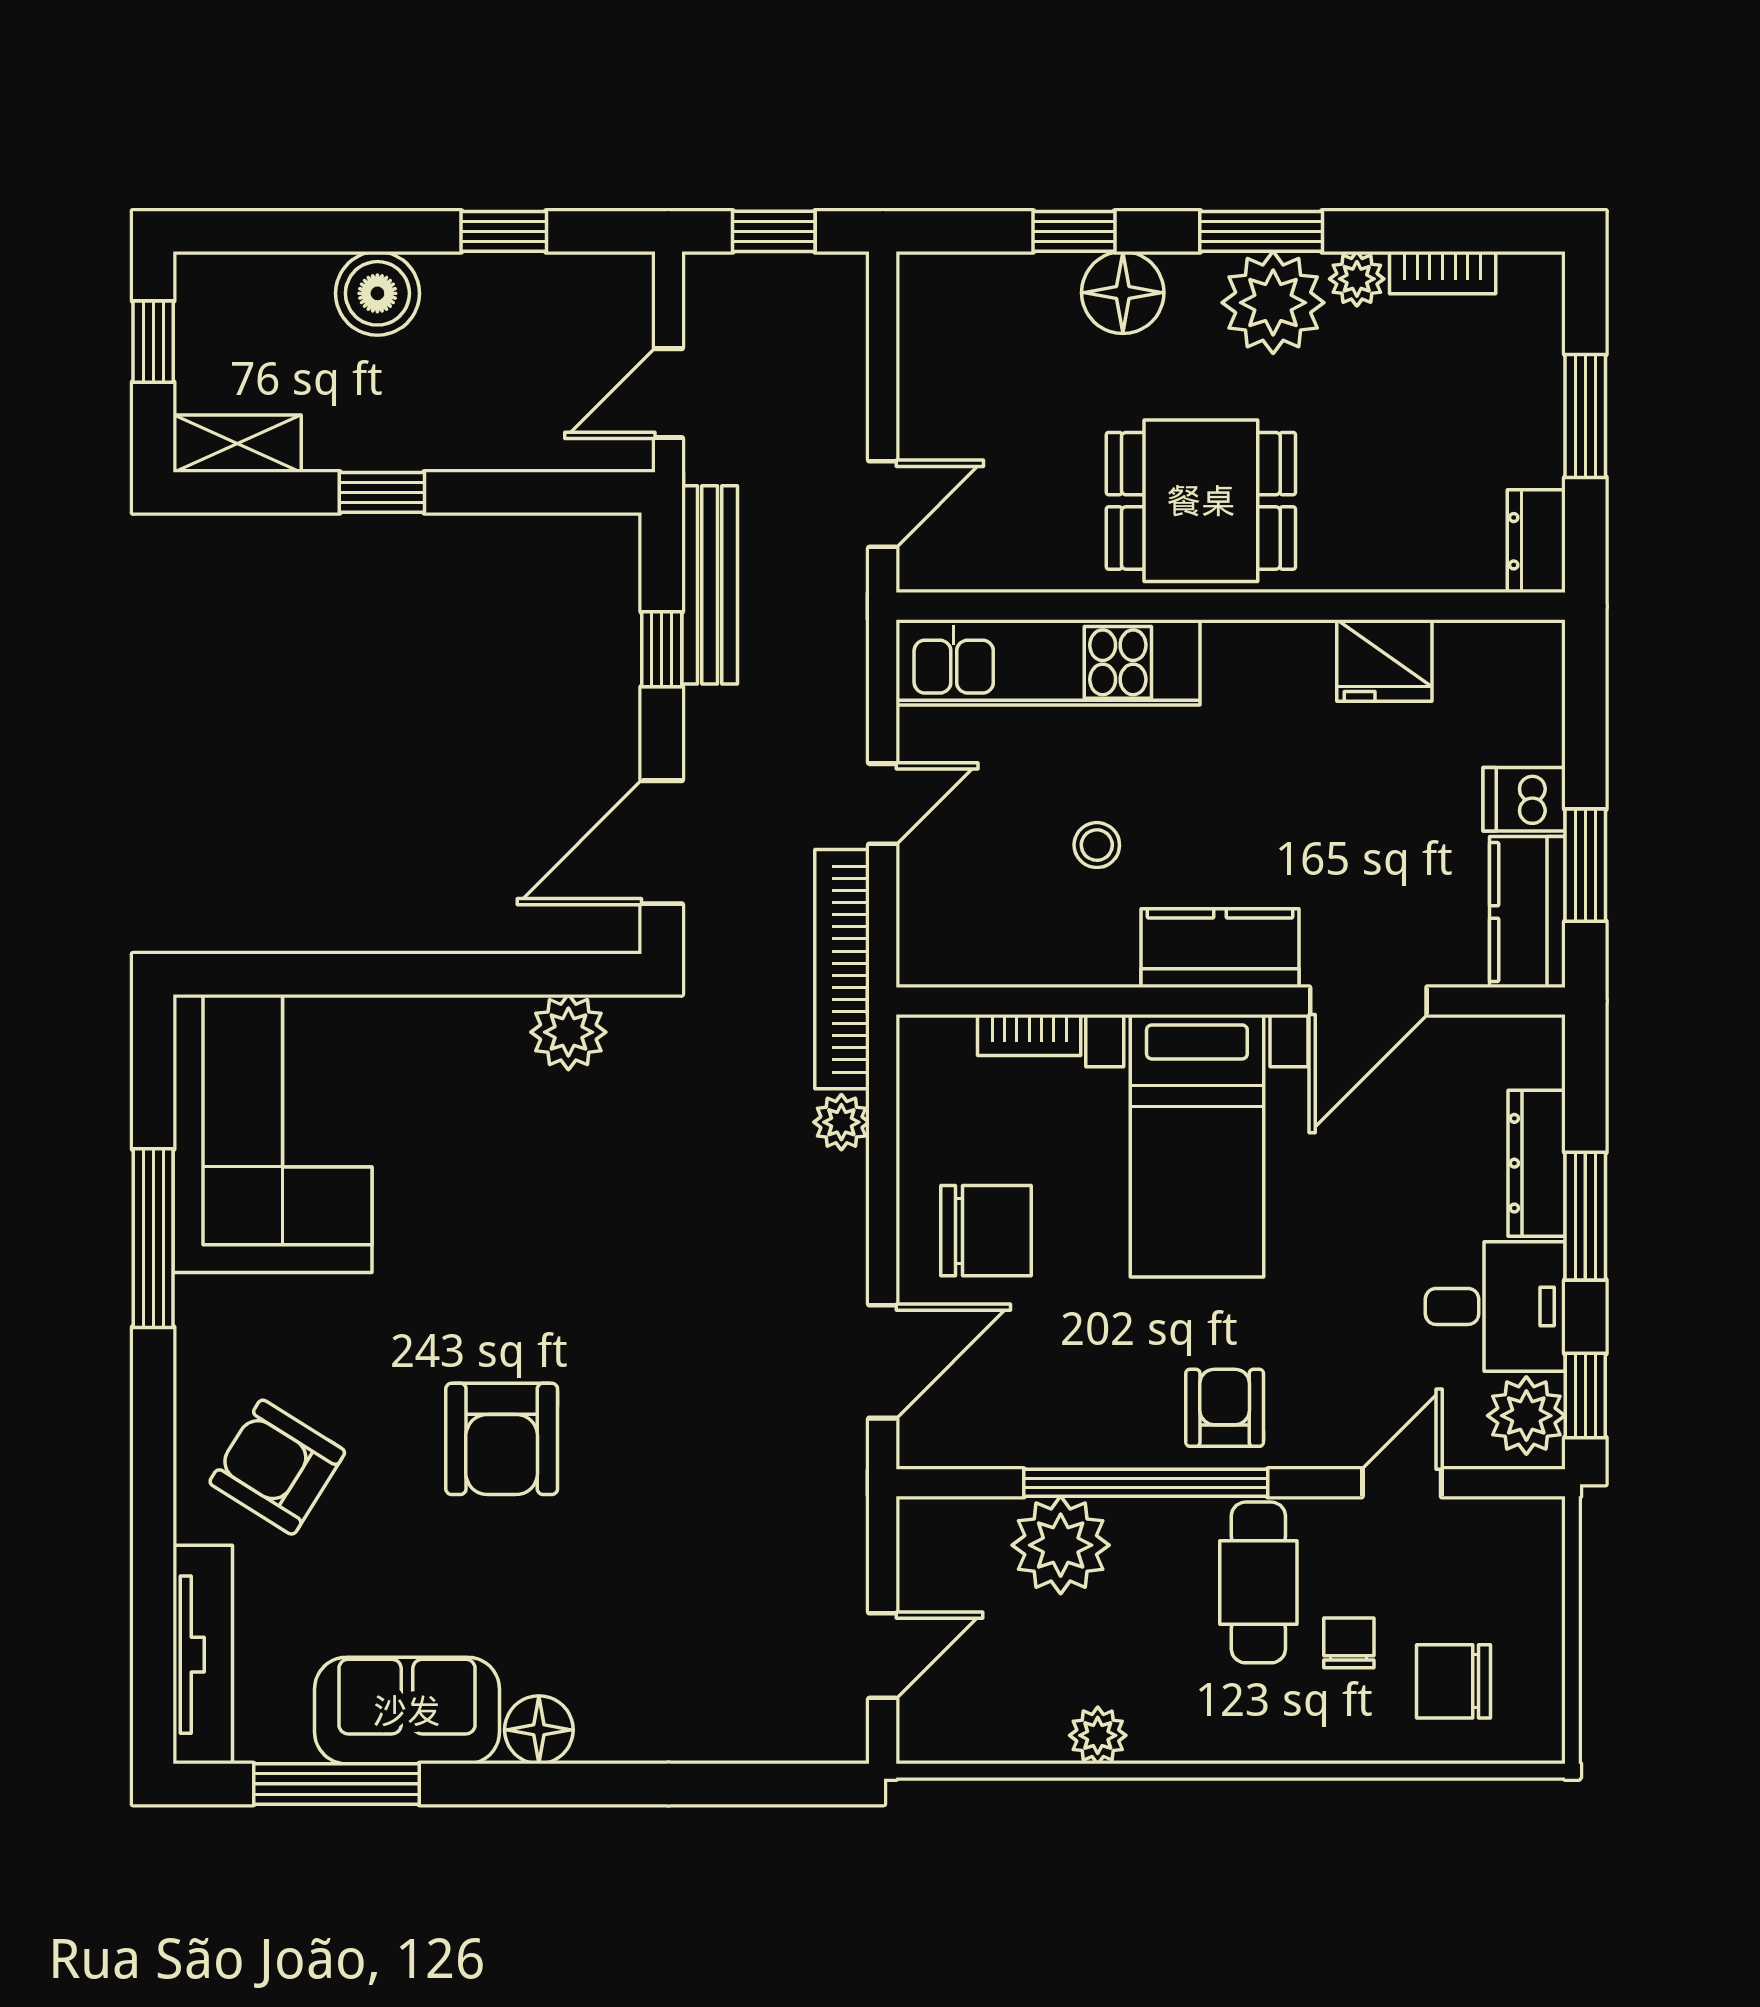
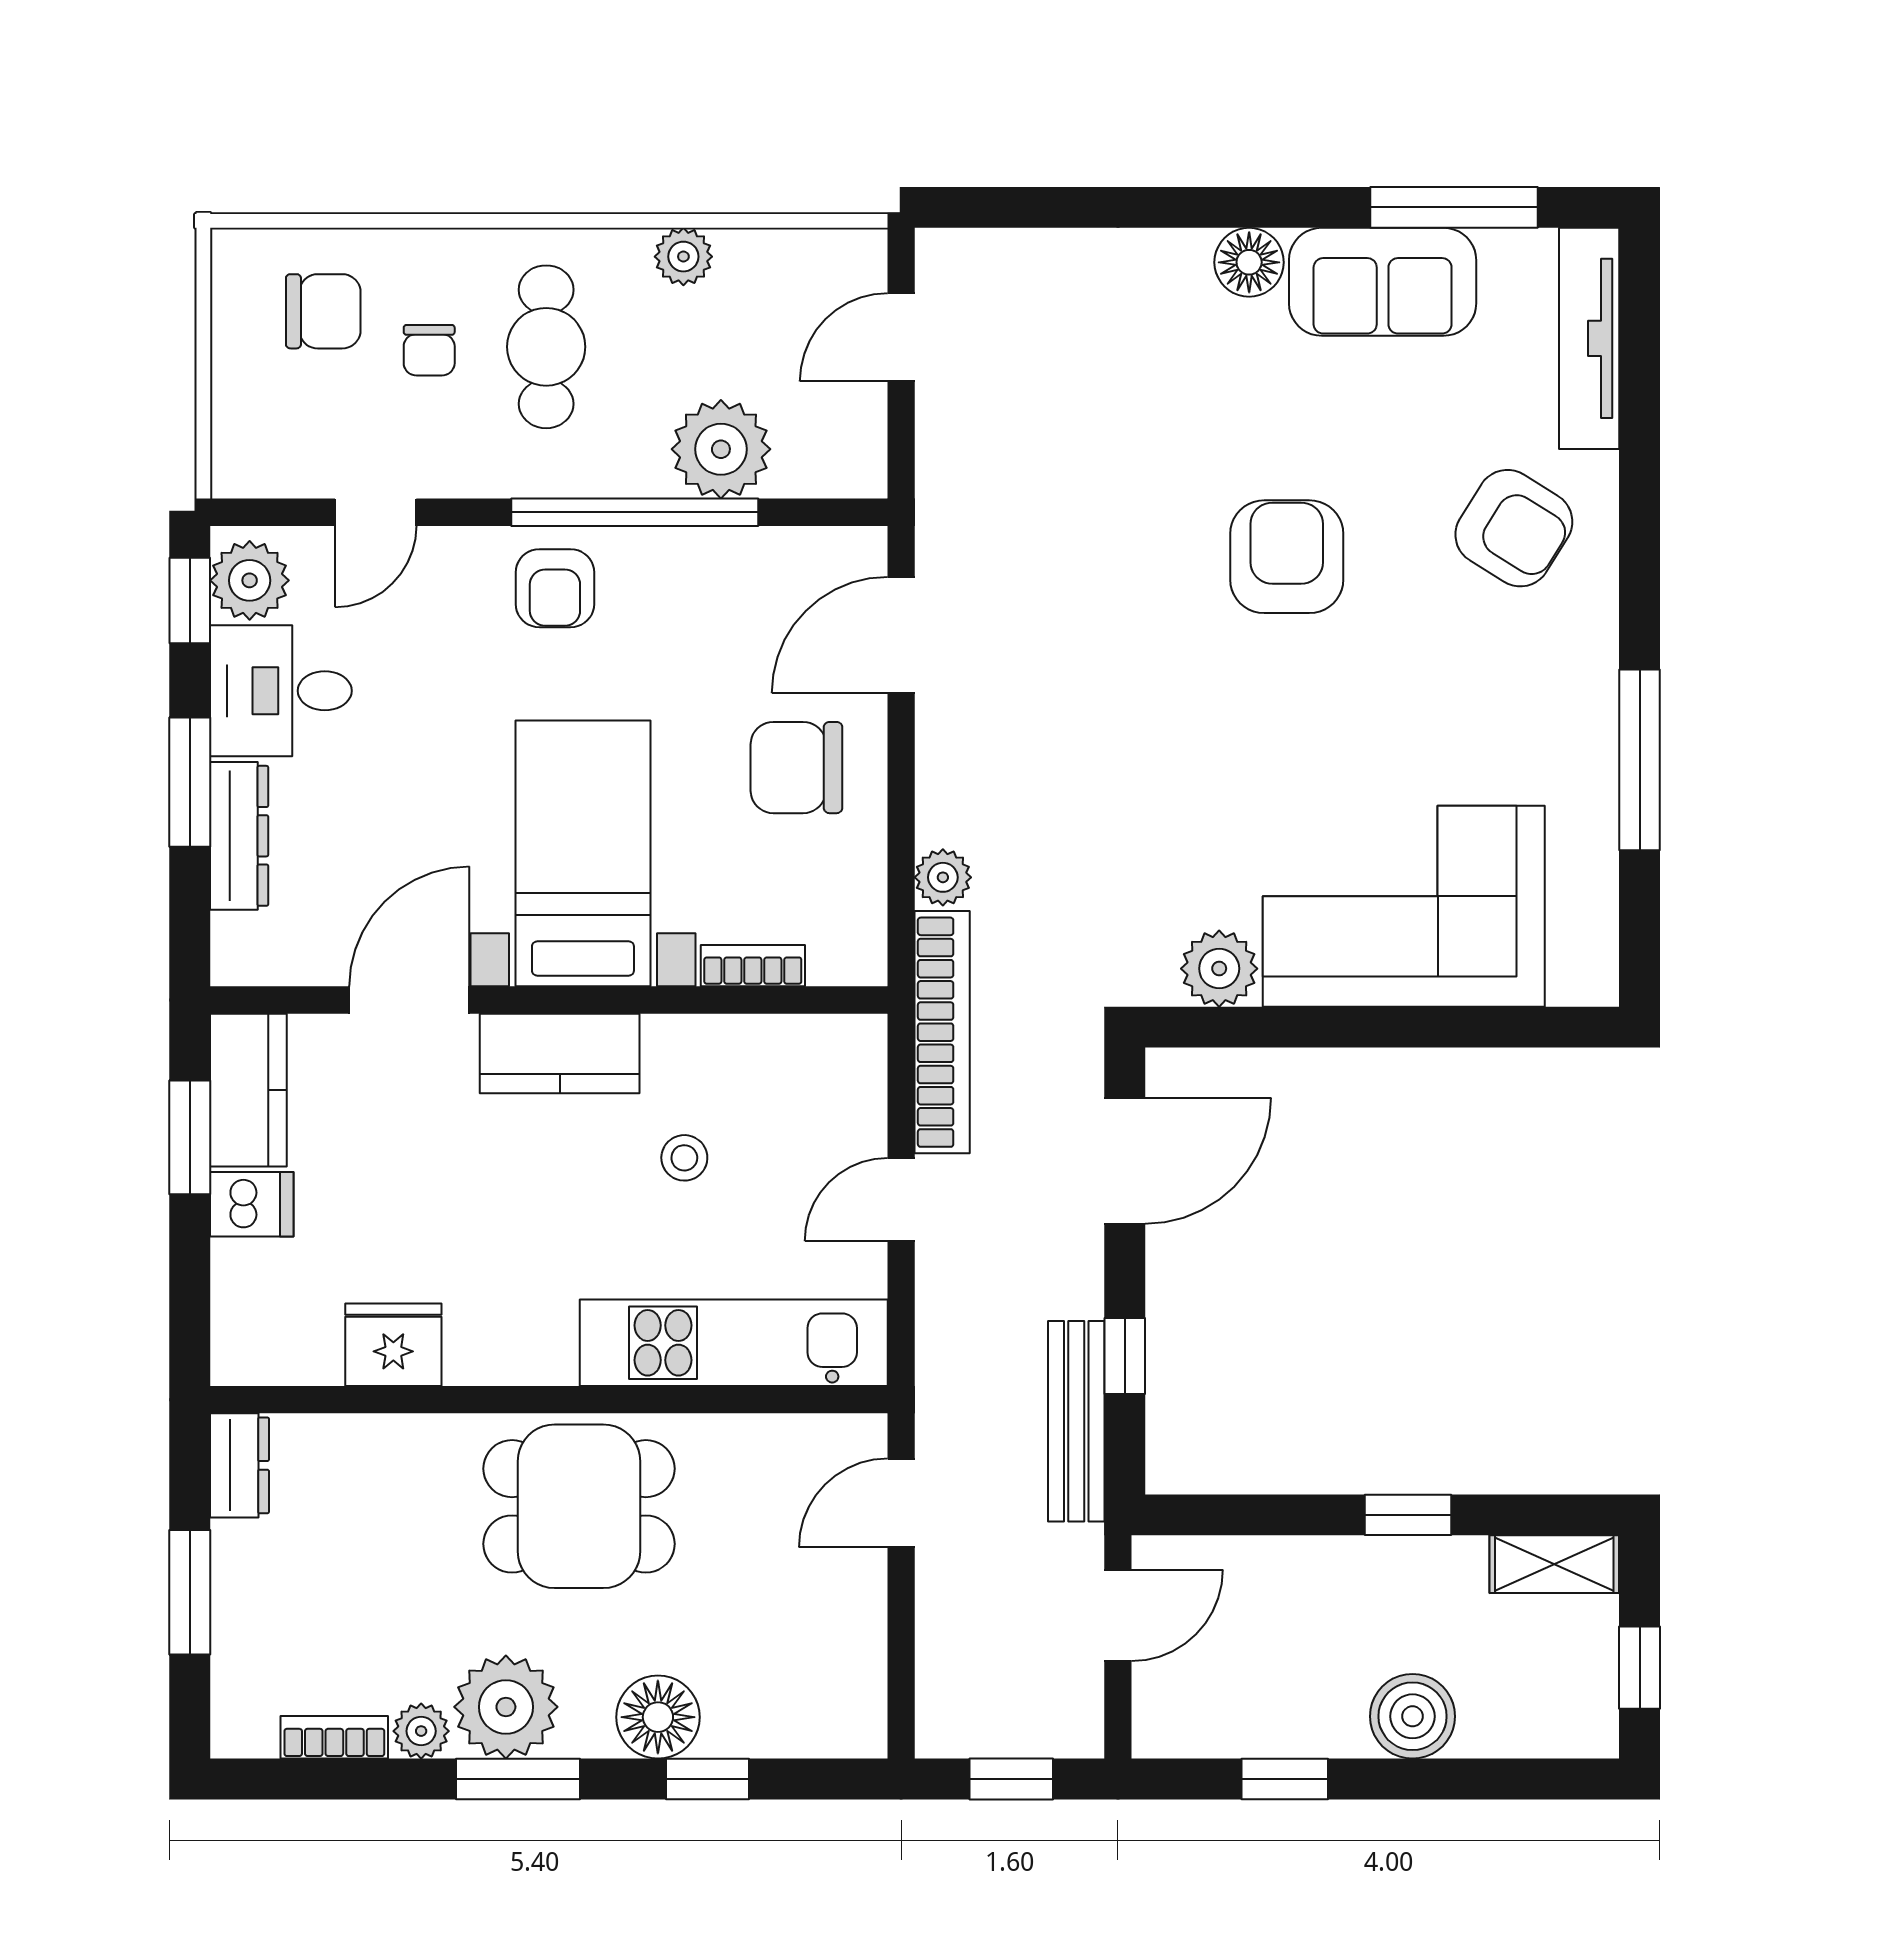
corner sofa: (273, 1133) -> (1404, 906), moved, turned 90
cafe table: (1258, 1582) -> (546, 347), moved

